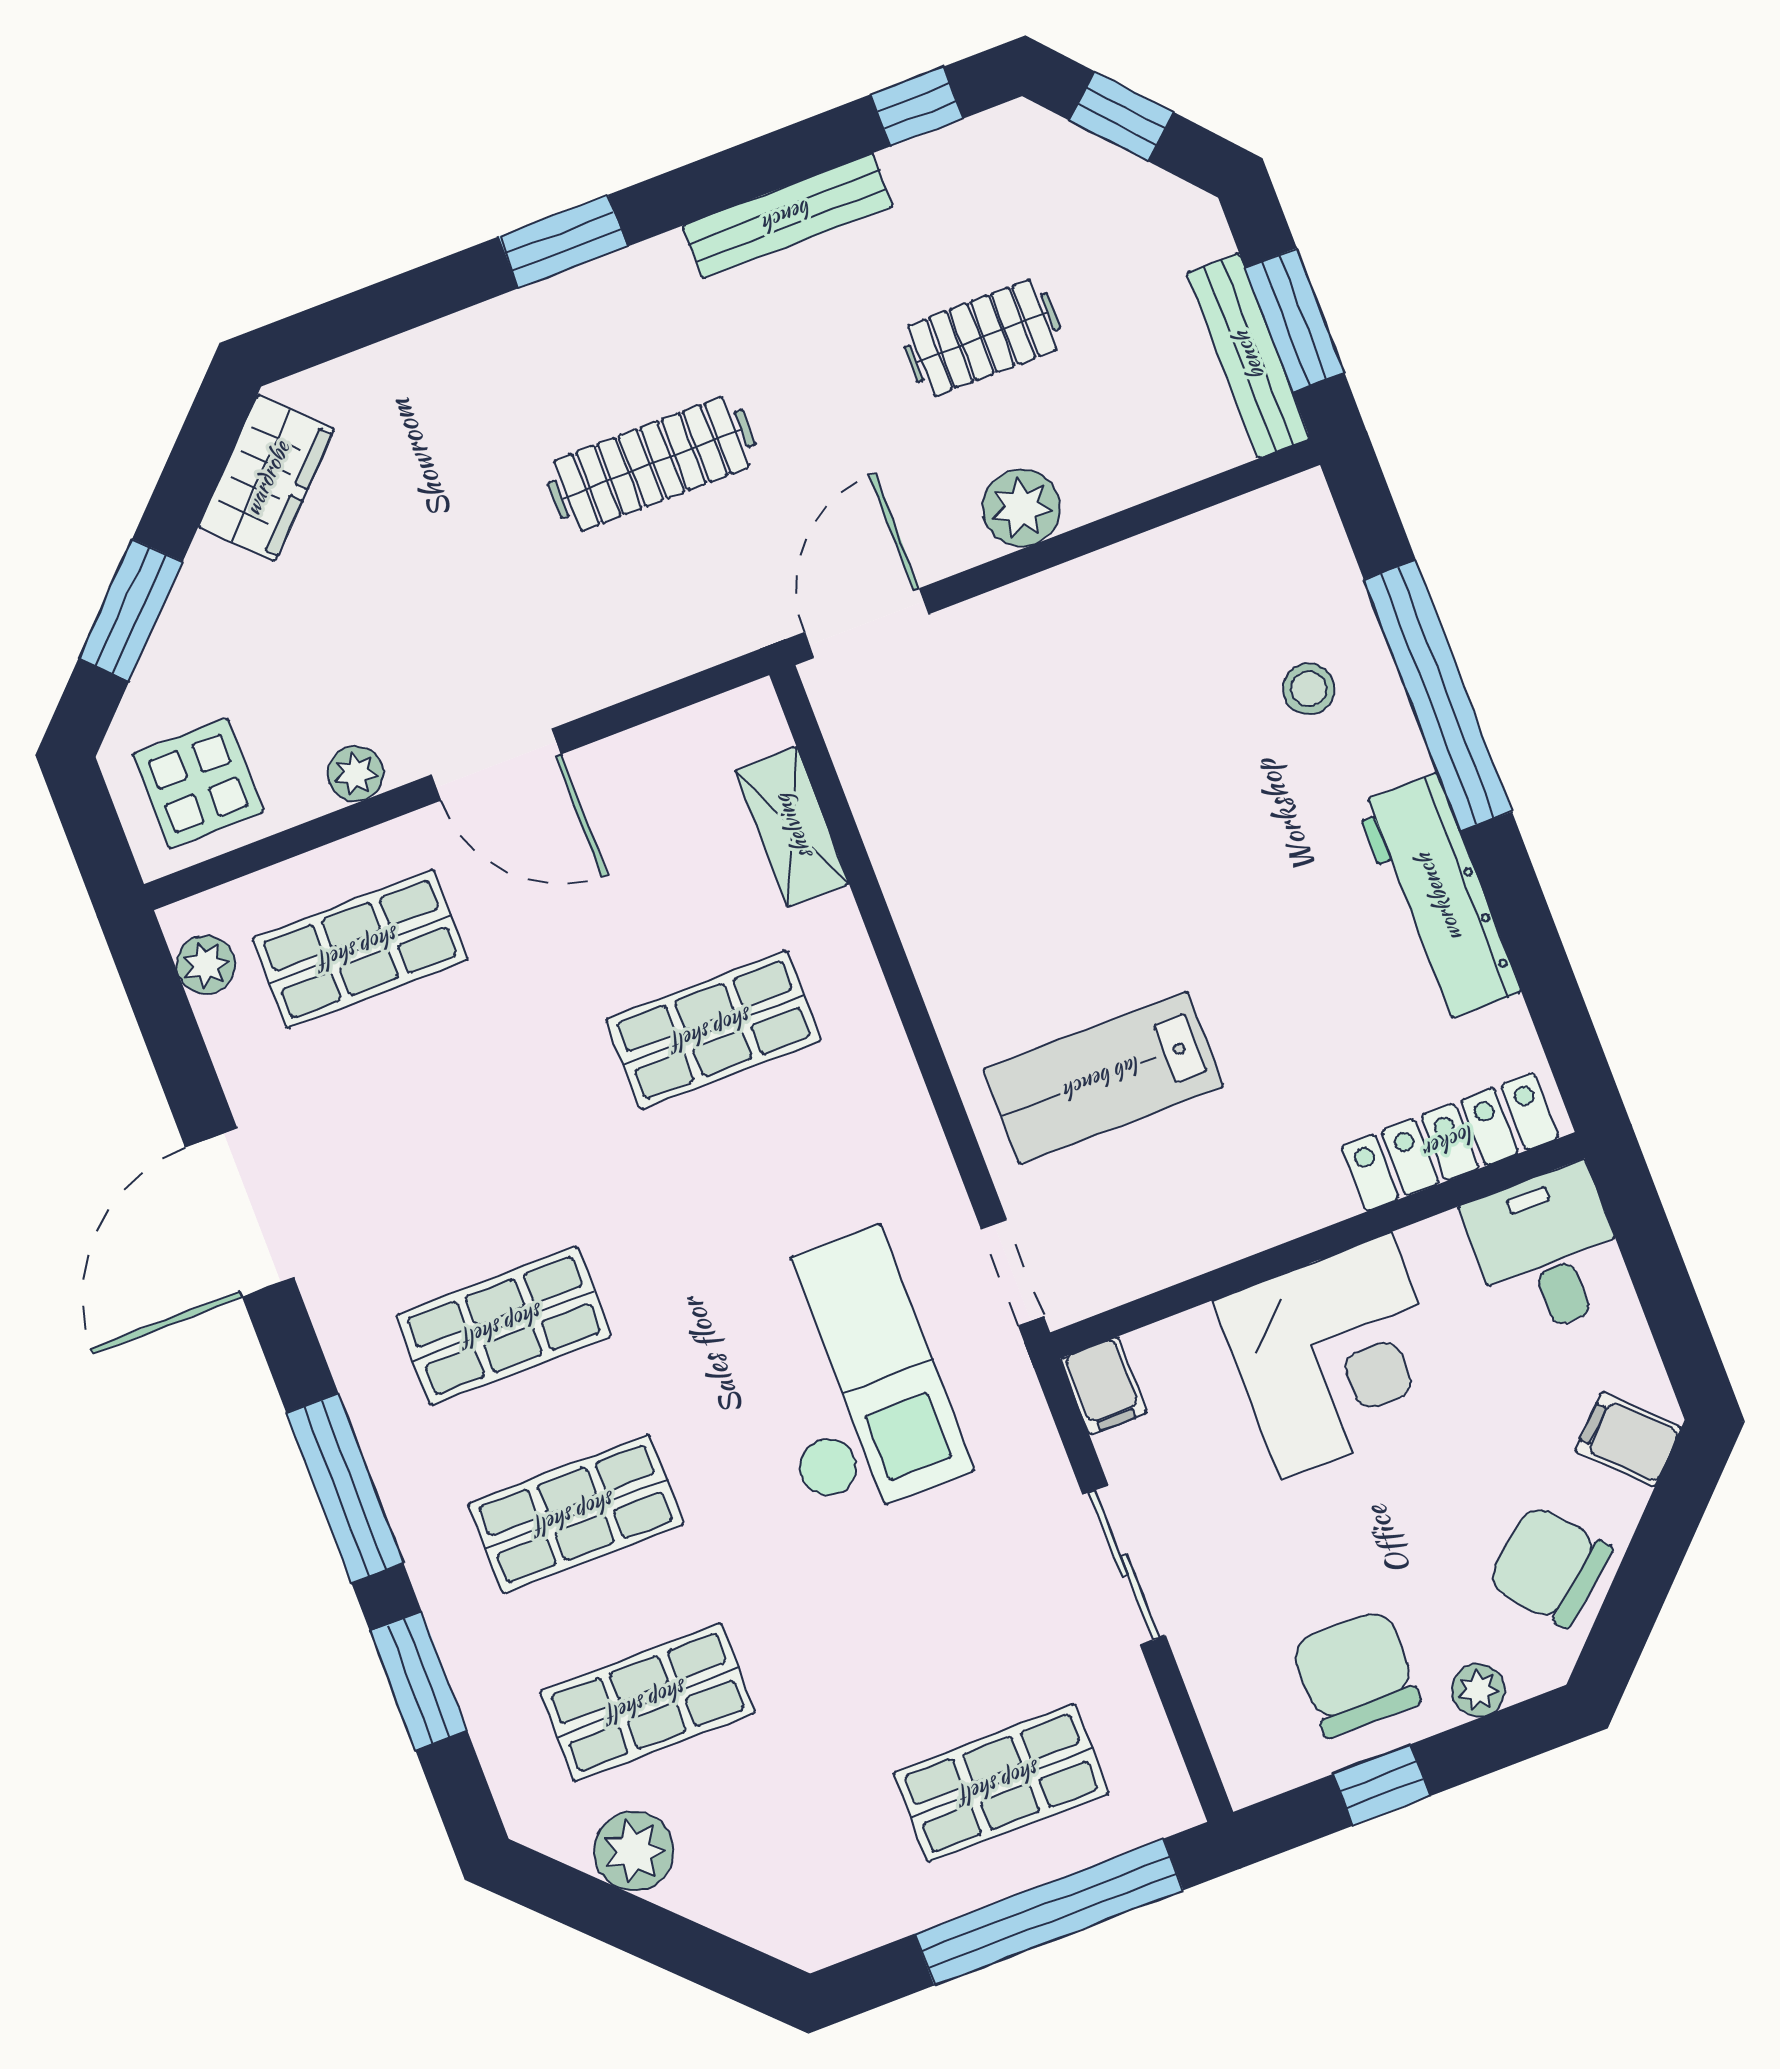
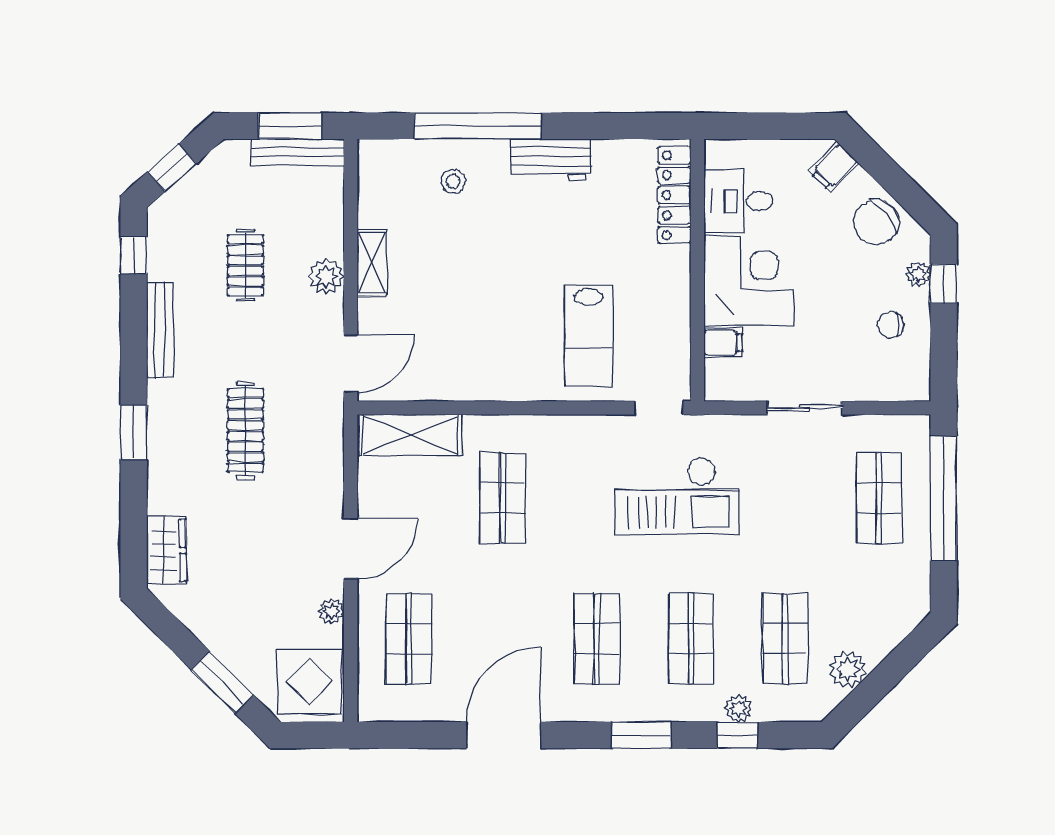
wardrobe: (266, 478) -> (166, 550), moved, turned 45
shelving: (1084, 589) -> (372, 263), added
door: (867, 623) -> (351, 363), swing flipped
display table: (198, 783) -> (309, 682), width x1.36, depth x1.36
shelving: (792, 827) -> (410, 435), width x1.50, depth x1.33
workbench: (1438, 898) -> (551, 160), width x0.73
plant: (206, 965) -> (739, 709), moved
door: (240, 1212) -> (503, 735), swing flipped
desk: (1547, 1251) -> (738, 201), moved
checkout: (850, 1376) -> (677, 496), turned 180
filing cabinet: (1104, 1386) -> (723, 343), moved
window: (345, 1488) -> (641, 735), width x0.69
chair: (1356, 1673) -> (891, 325), width x0.54, depth x0.54
window: (418, 1681) -> (738, 735), width x0.67
window: (1382, 1785) -> (944, 284), moved

